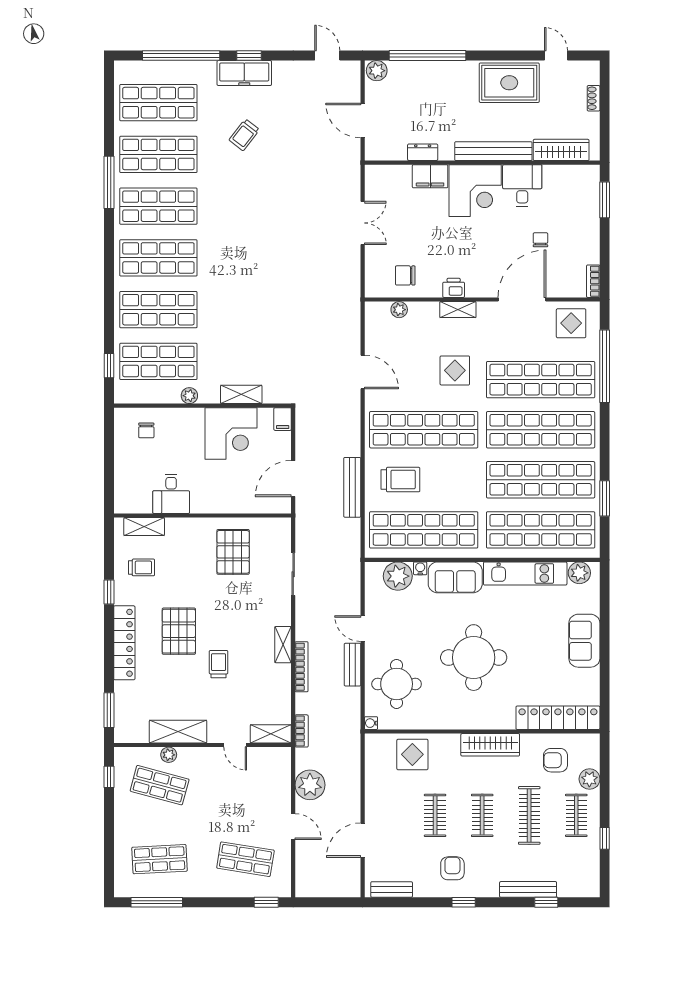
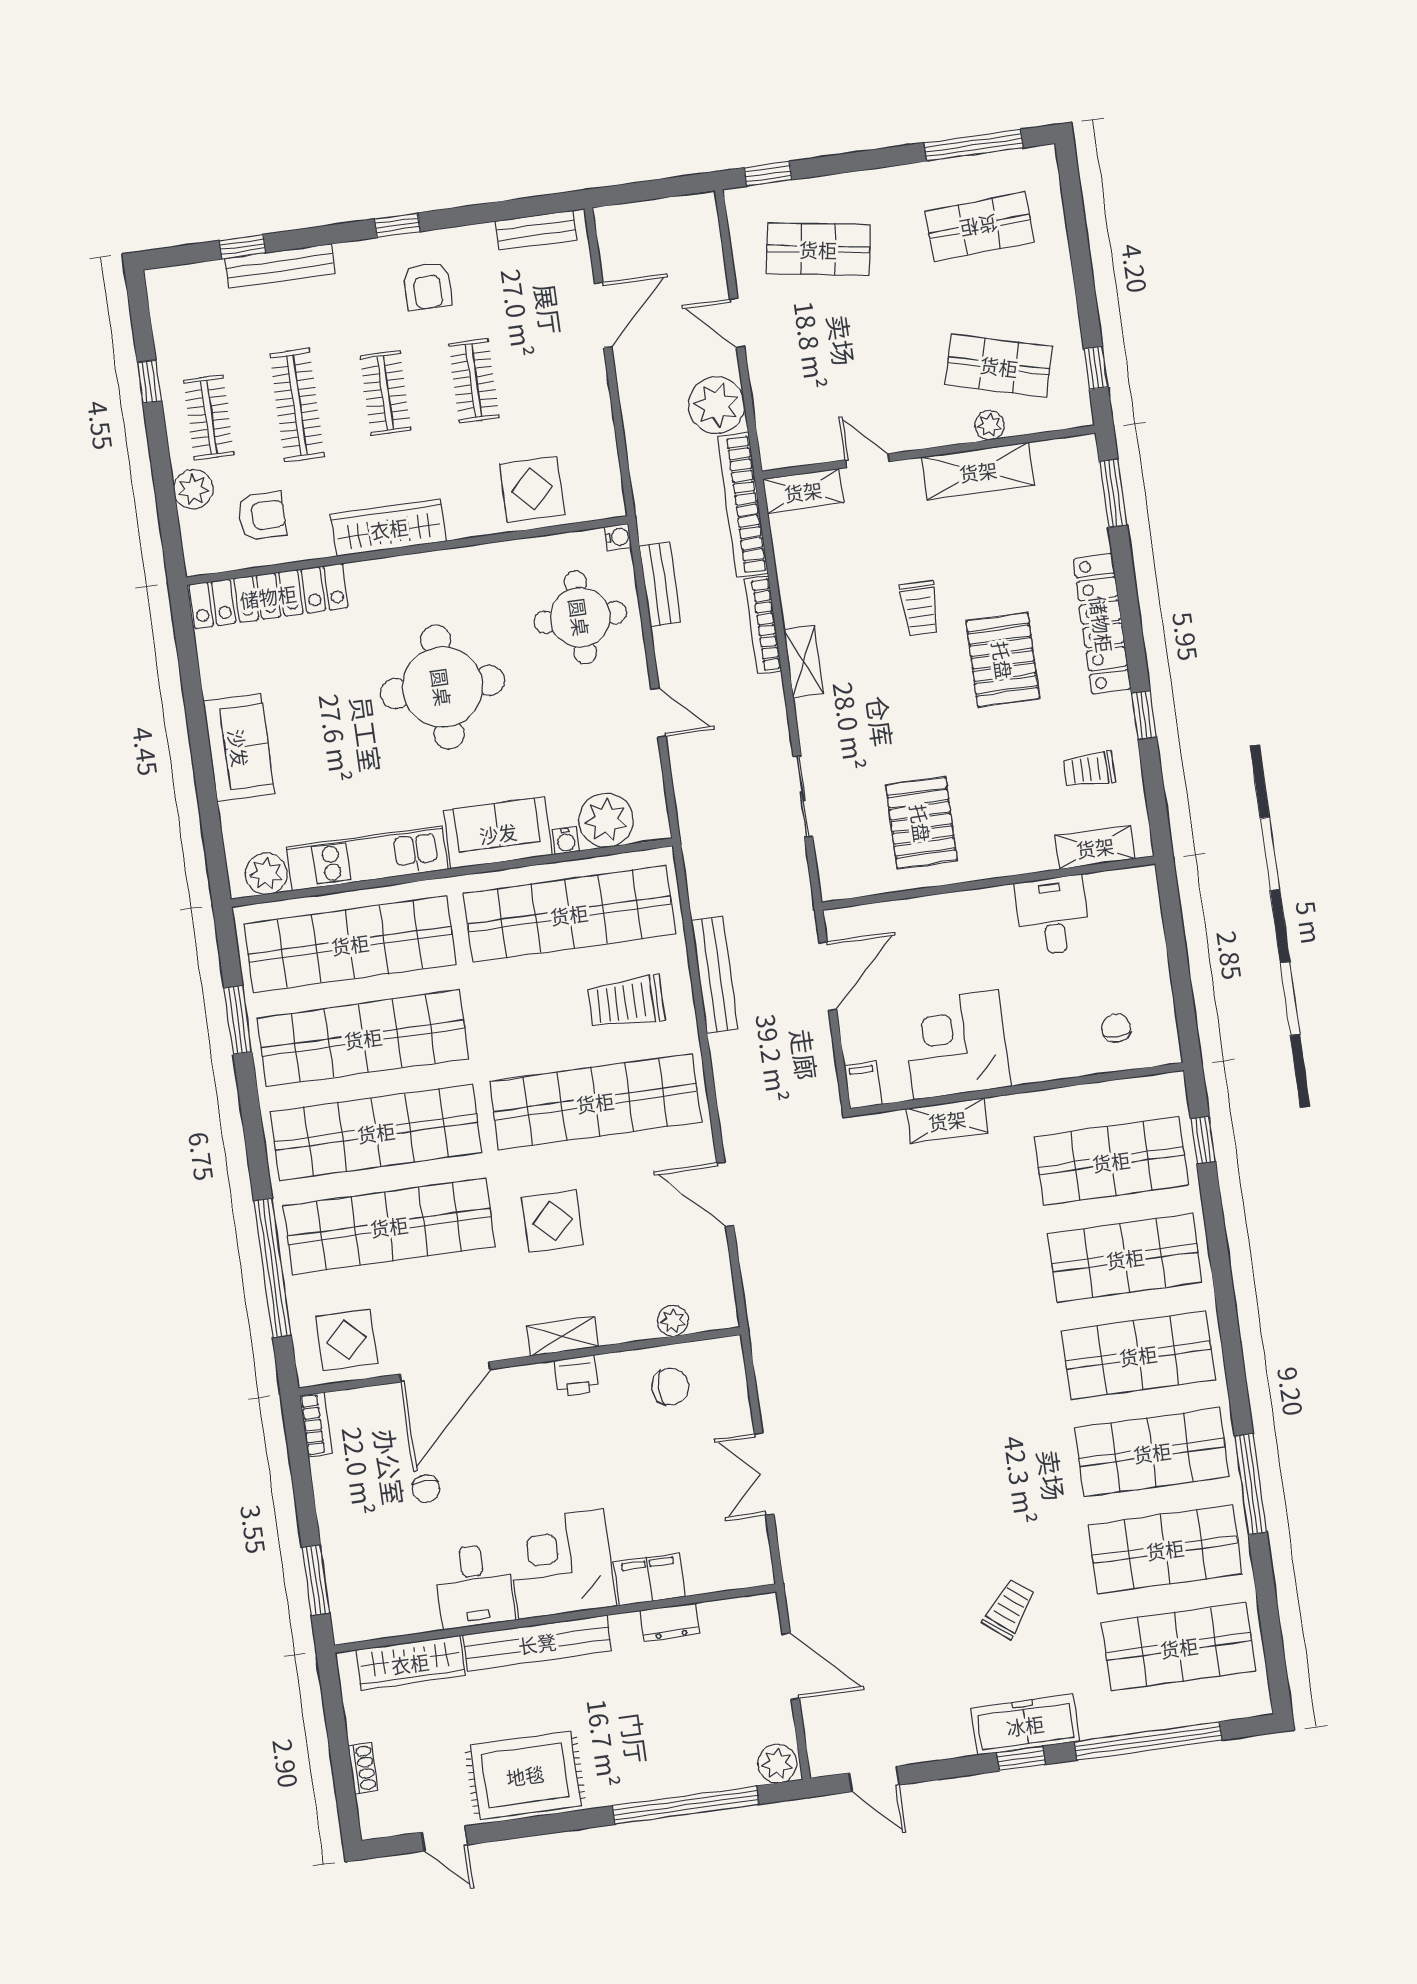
plant: (189, 396) -> (1044, 1105), removed
bench: (352, 665) -> (660, 584), moved
bookcase: (302, 731) -> (742, 505), width x2.31, depth x1.31

